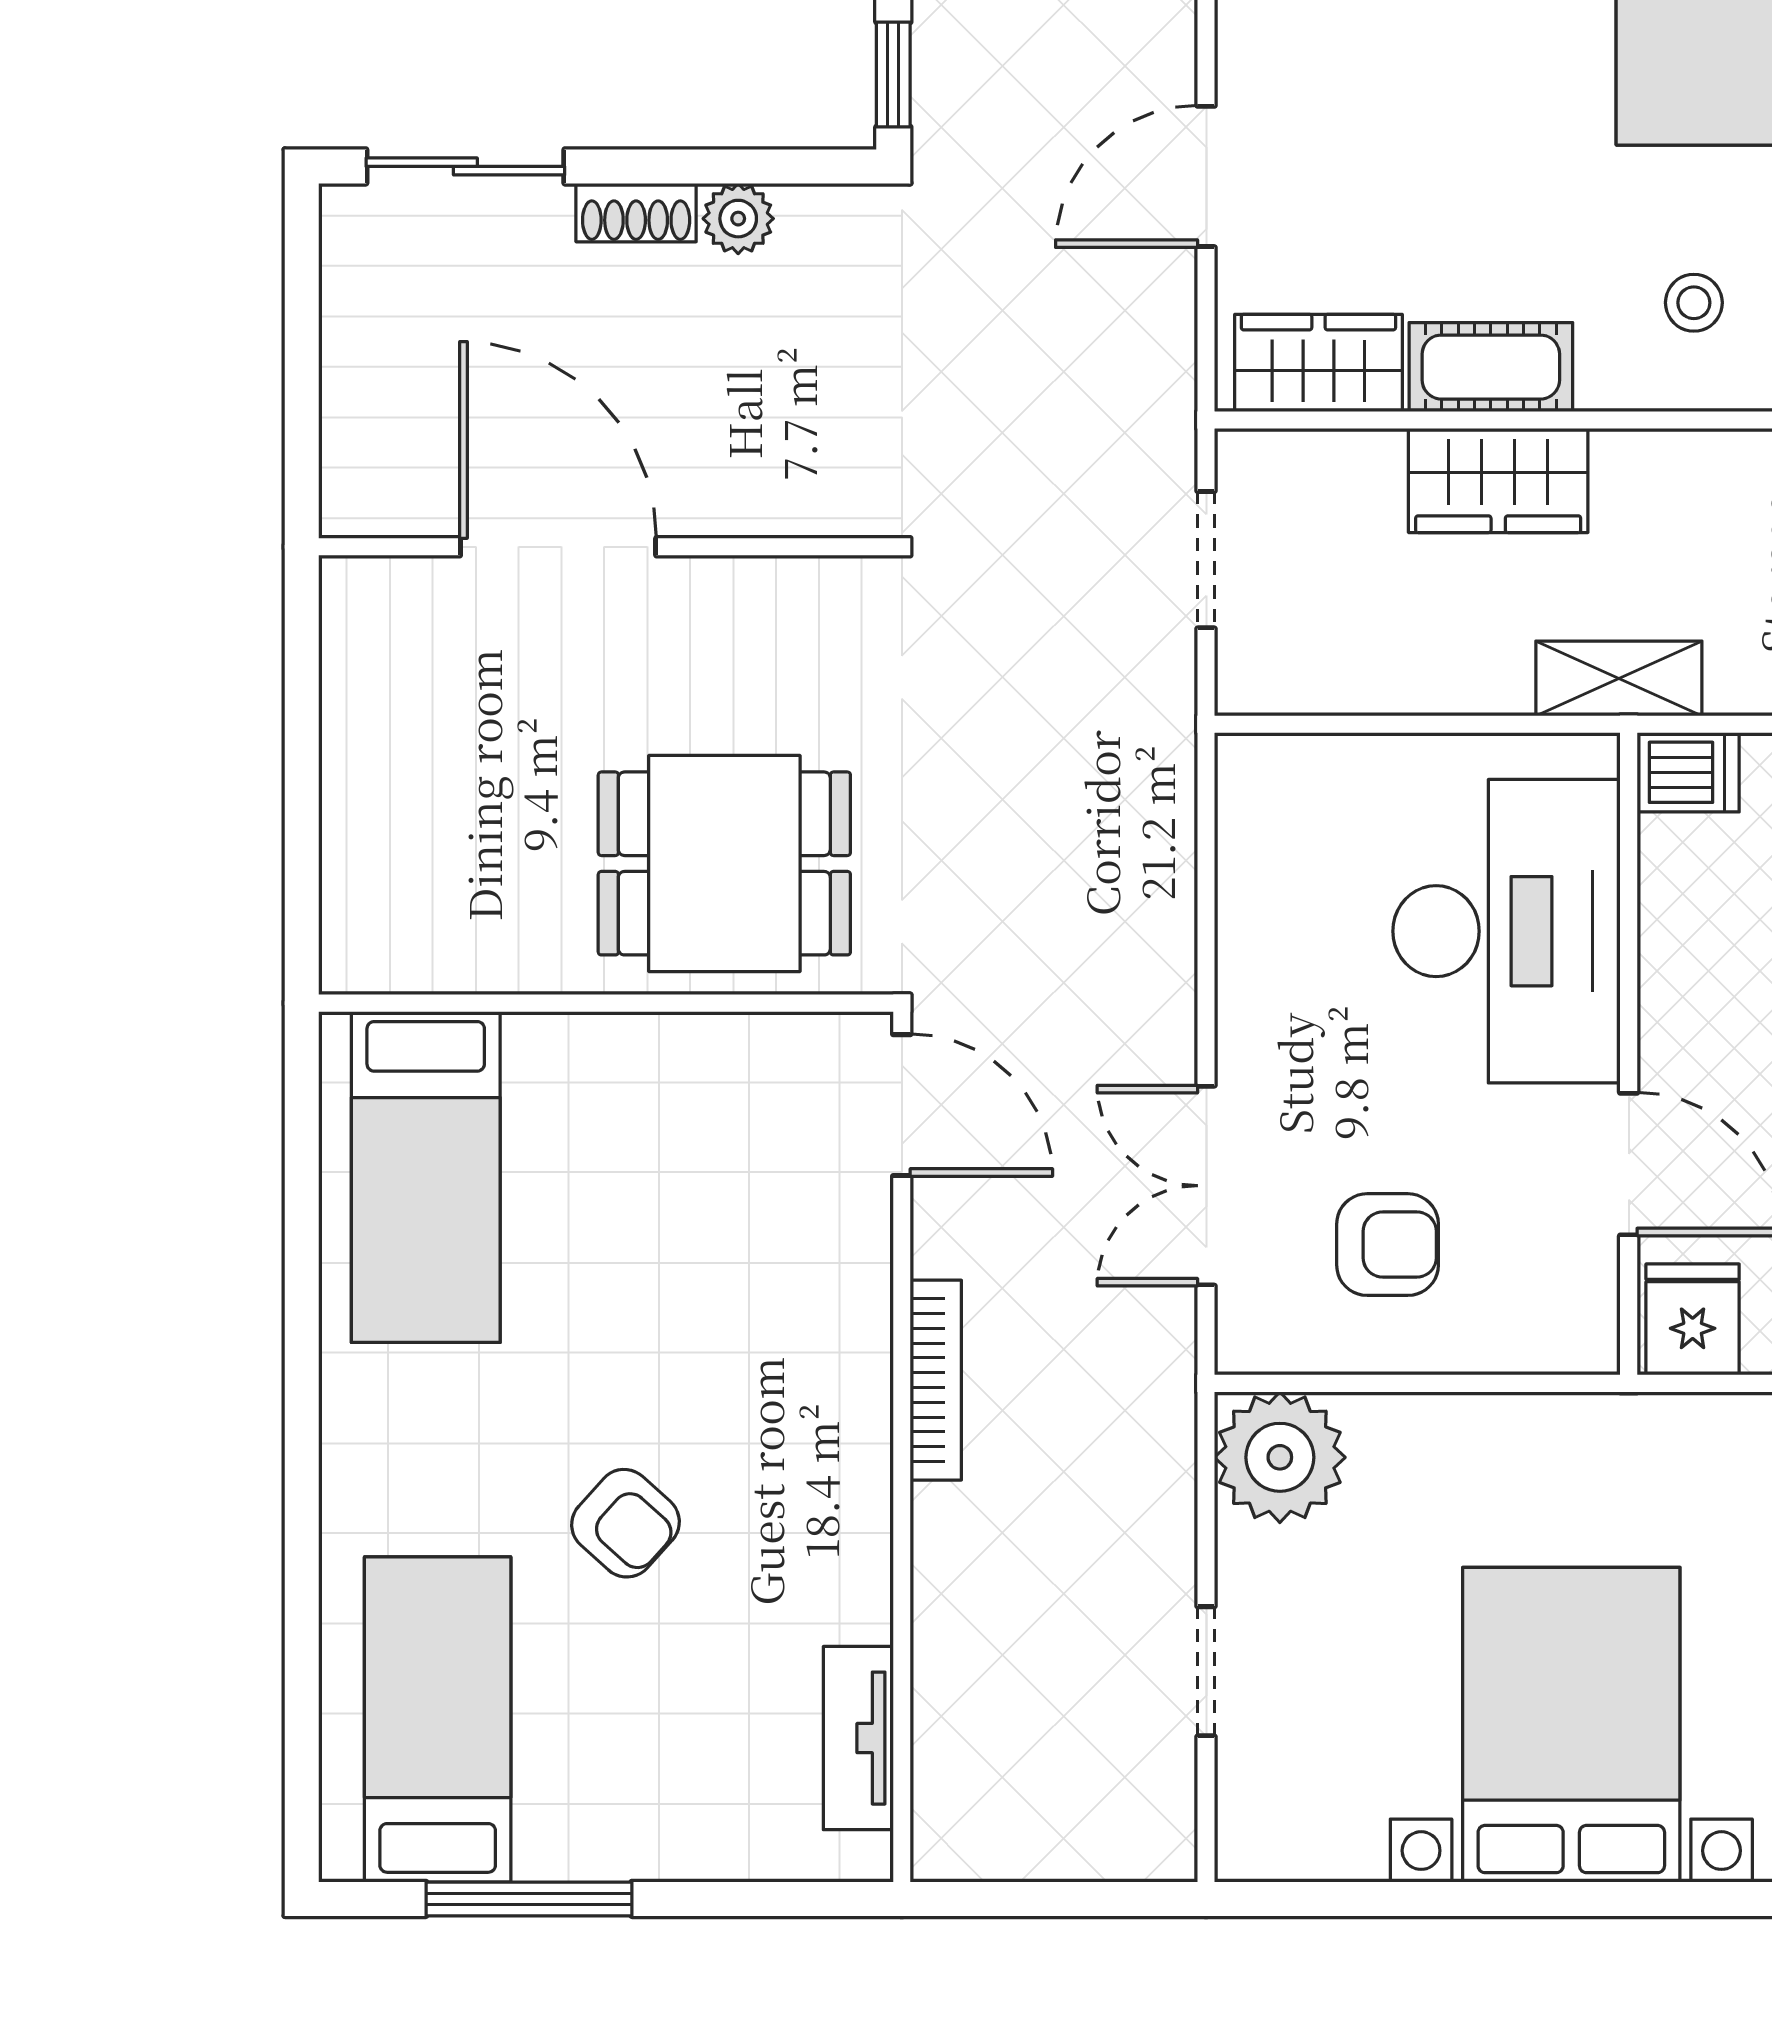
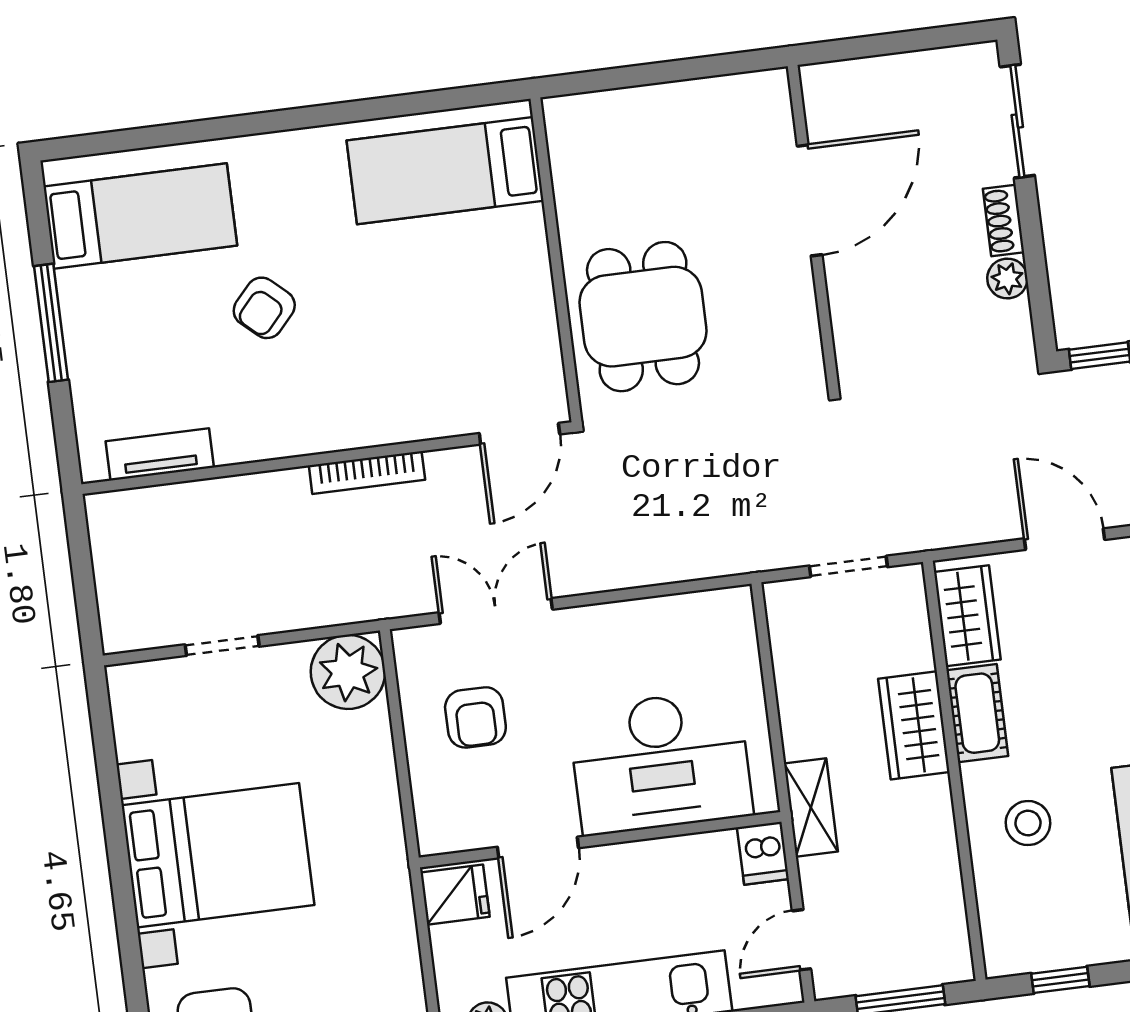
stool: (1694, 303) -> (1028, 823), width x1.37, depth x1.37
window: (529, 1899) -> (51, 323), moved

